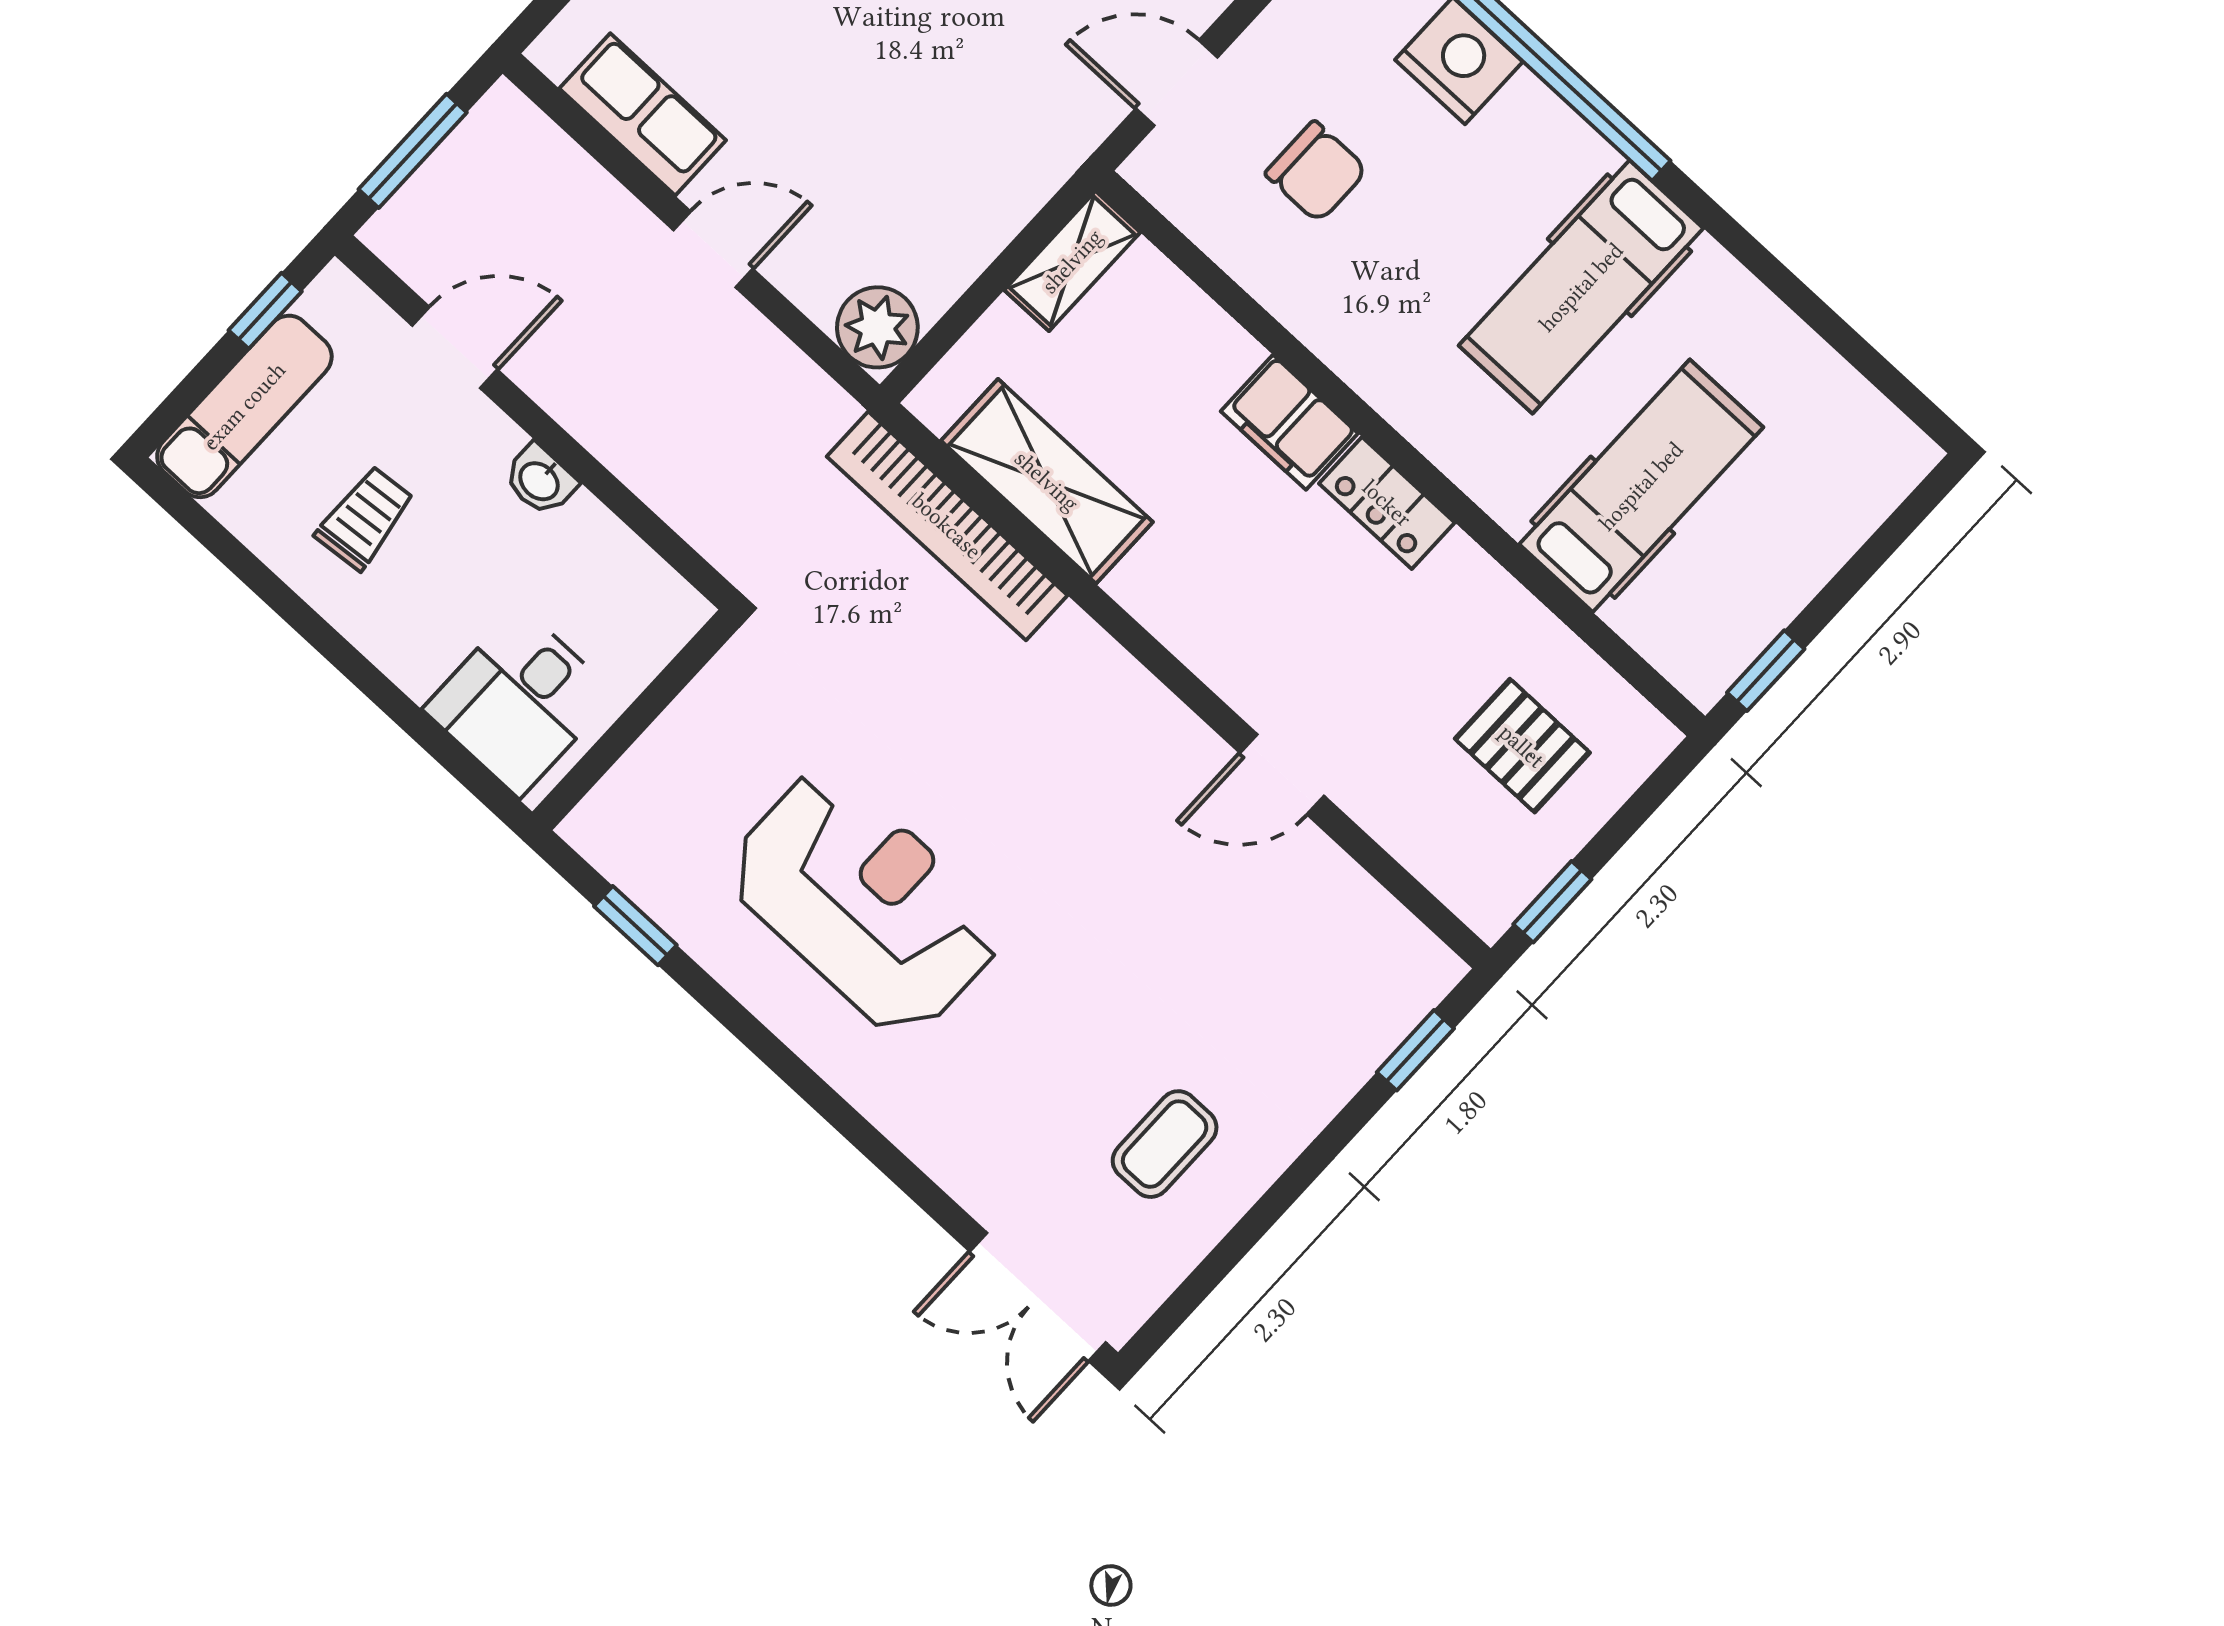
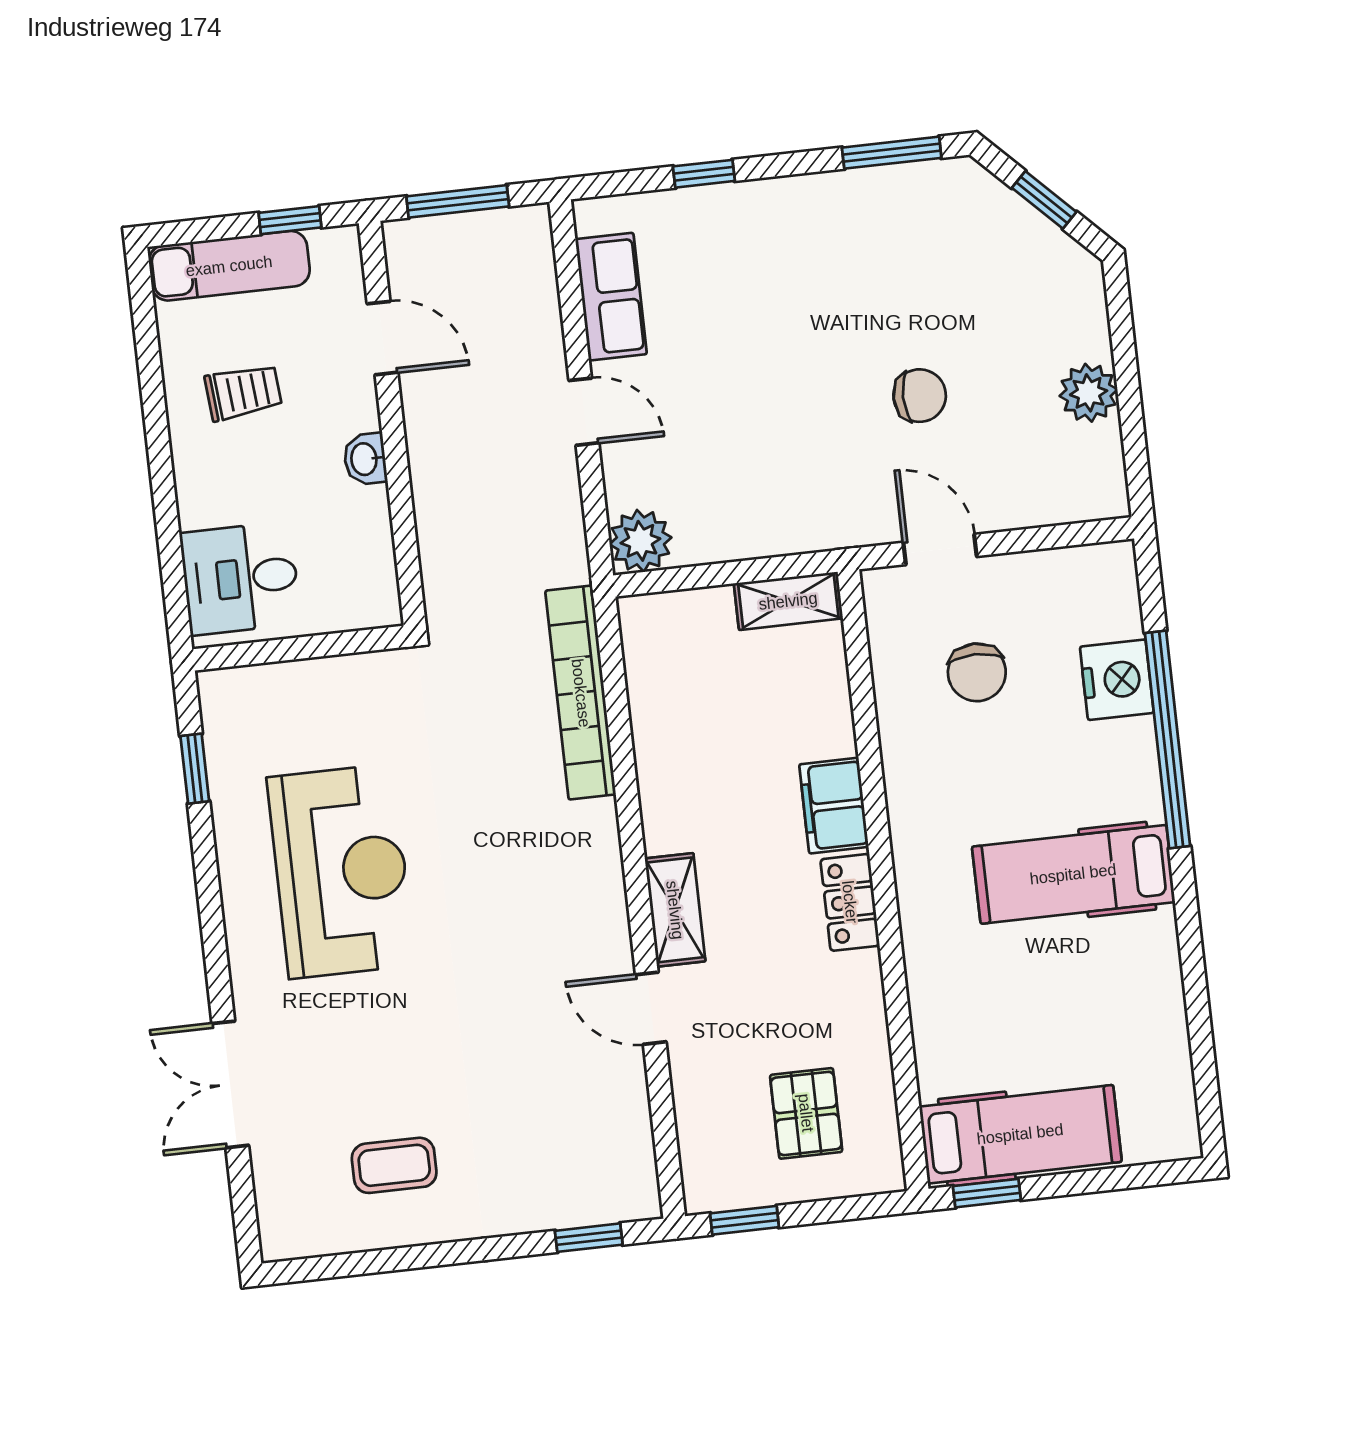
shelving: (1047, 481) -> (675, 910), moved, width x0.67, depth x0.75
hospital bed: (1641, 486) -> (1020, 1134), moved
double door: (1038, 1297) -> (230, 1084), moved

